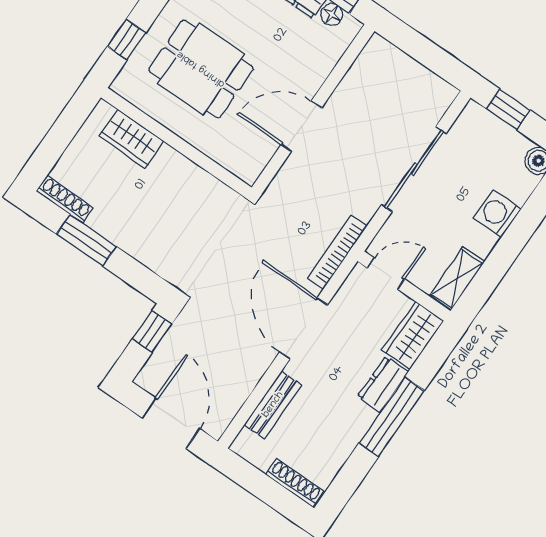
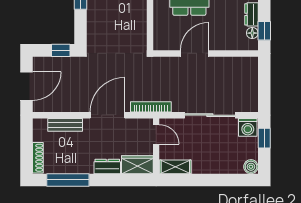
door: (301, 126) -> (195, 53), hinge flipped
washing machine: (497, 213) -> (248, 127), moved, turned 180
window: (392, 417) -> (68, 180), moved

